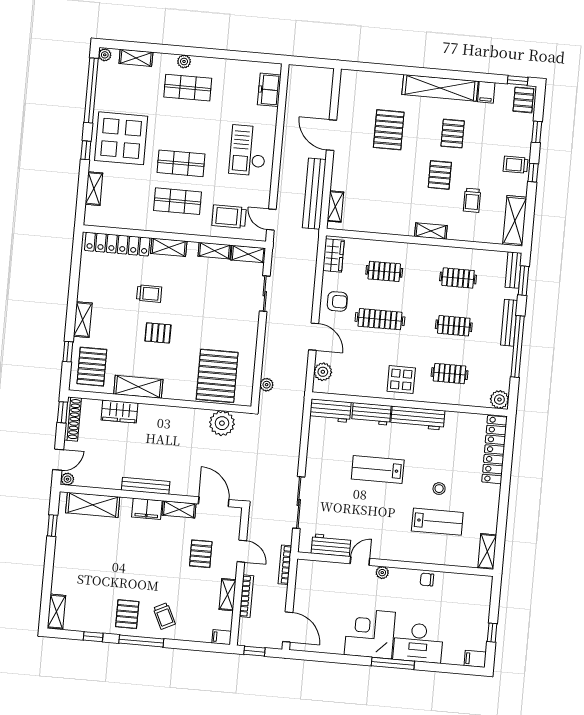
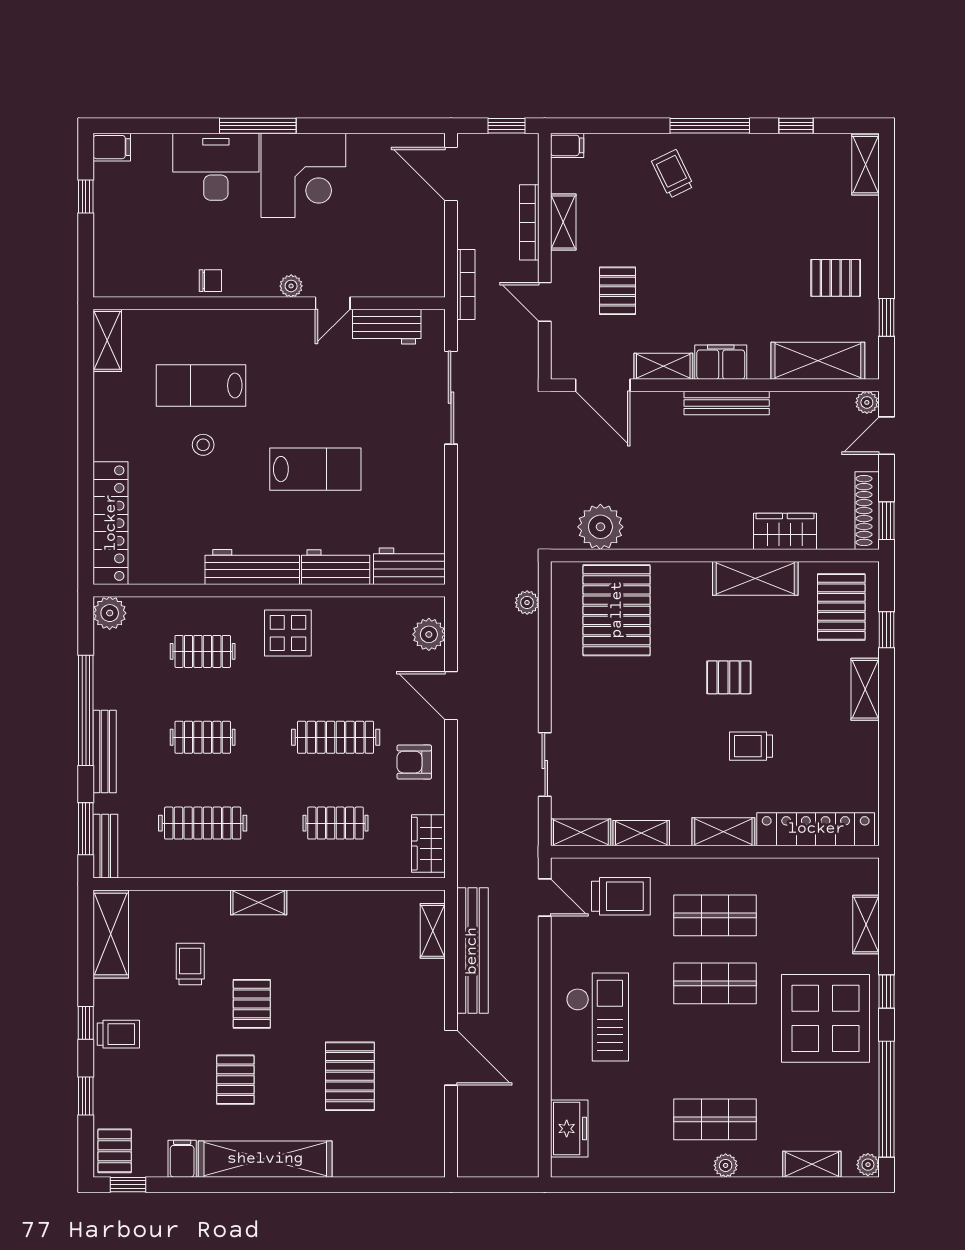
clothes rail: (458, 278) -> (203, 823), width x1.36
pallet: (127, 614) -> (836, 278), moved, turned 90

